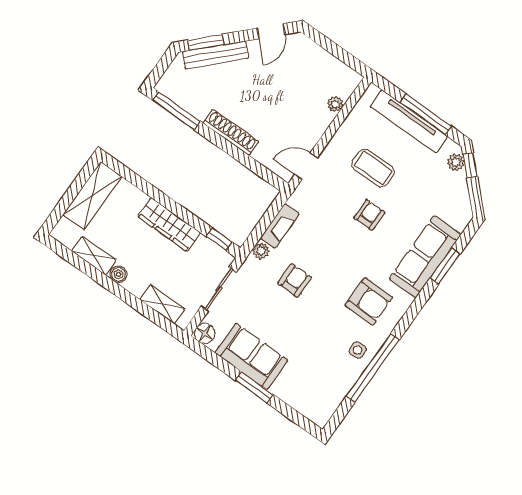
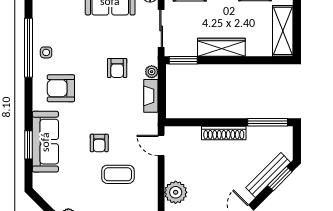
plant: (335, 104) -> (176, 192), width x1.88, depth x1.88
door: (306, 166) -> (161, 145), swing flipped
window: (219, 239) -> (183, 60), width x1.50

